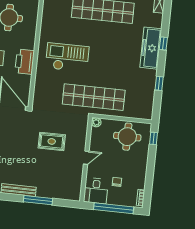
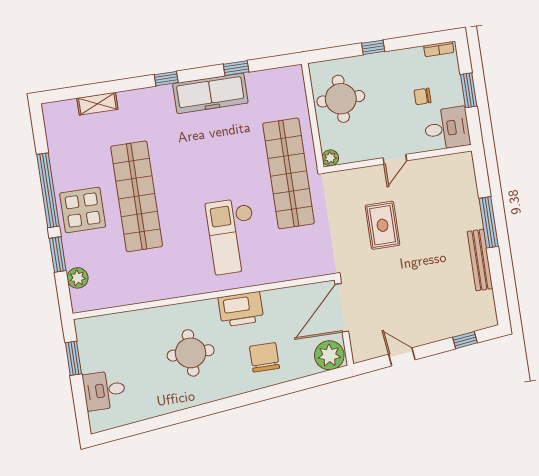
freezer: (151, 48) -> (210, 93), moved
printer: (25, 62) -> (241, 309), moved
window: (153, 138) -> (373, 47), moved
door: (86, 158) -> (395, 159), swing flipped
window: (114, 208) -> (469, 90), width x0.47

